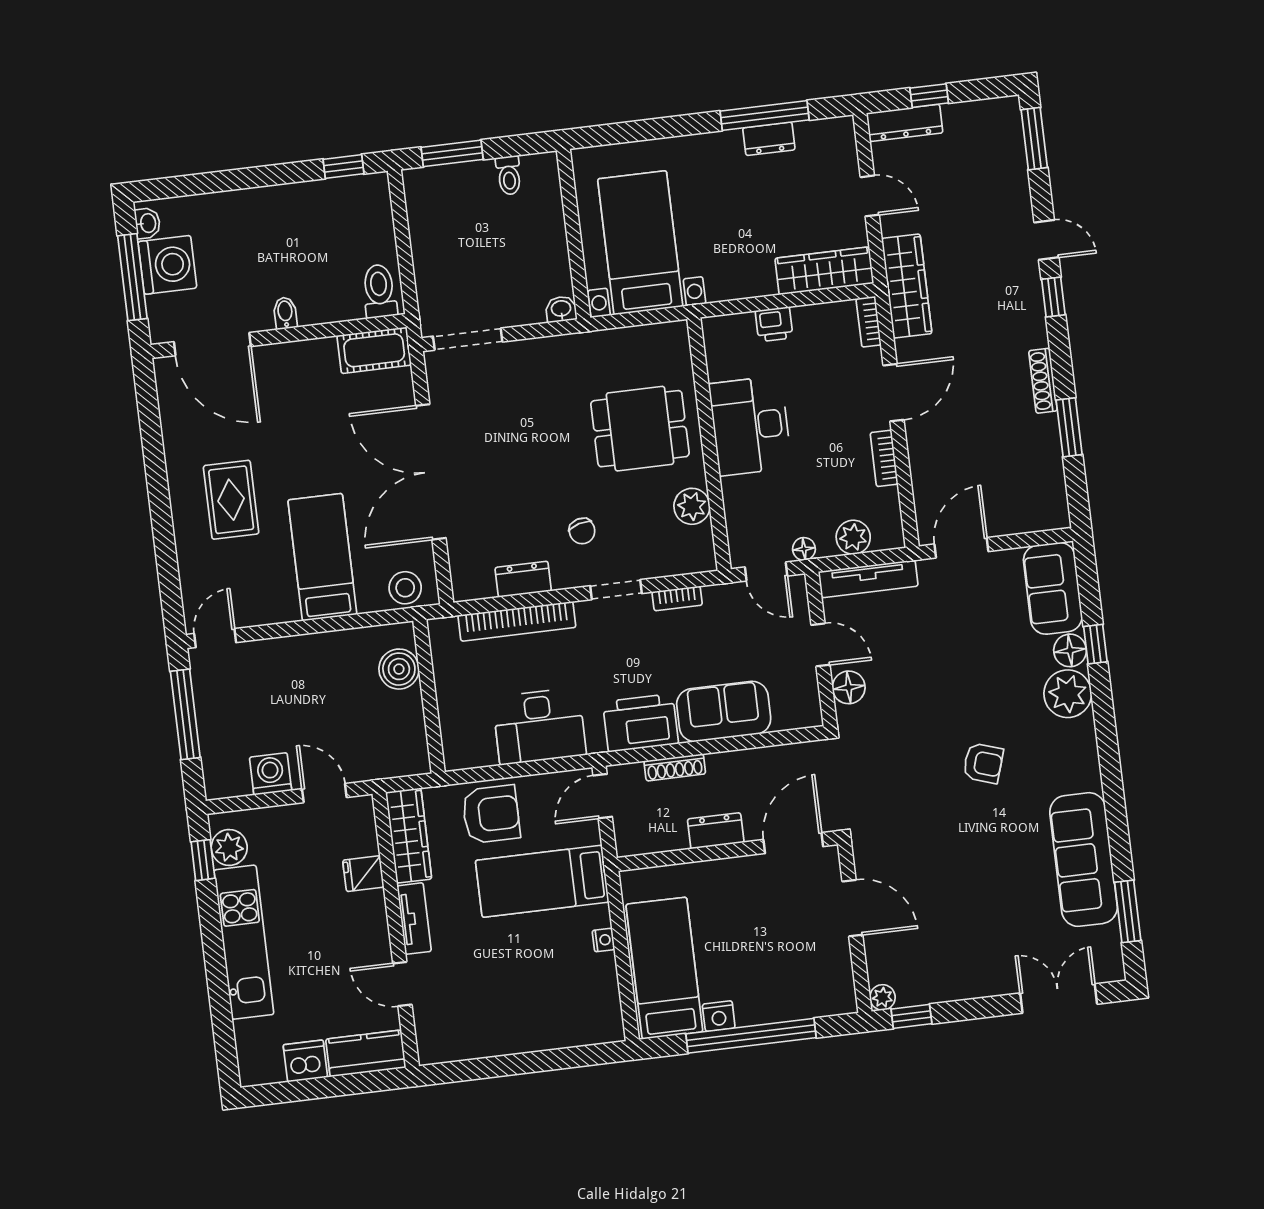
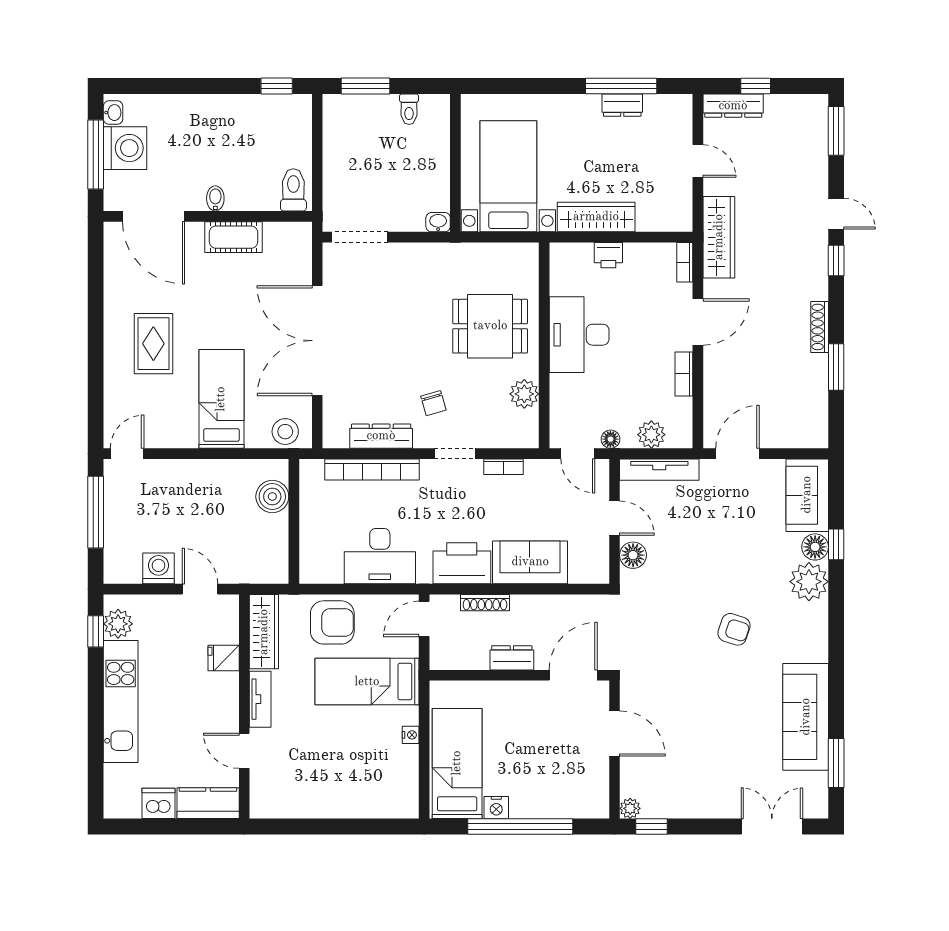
wardrobe: (824, 271) -> (596, 217), moved
cot: (374, 350) -> (234, 237), moved
dresser: (523, 579) -> (381, 436), width x1.44

